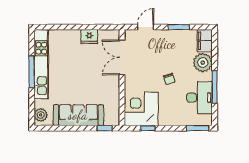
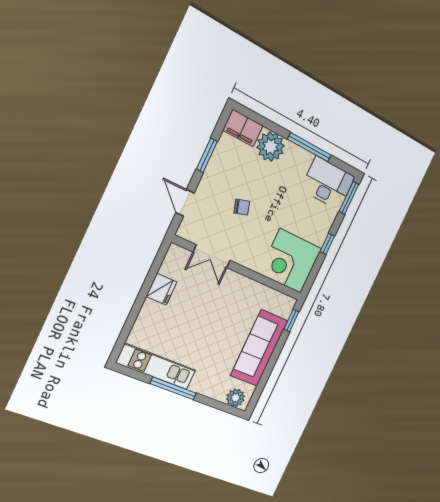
double door: (122, 58) -> (212, 256), width x0.73
kitchen unit: (41, 64) -> (156, 367), width x0.73
chair: (169, 79) -> (242, 207), moved
desk: (199, 98) -> (328, 183), moved
window: (148, 128) -> (327, 244), moved

